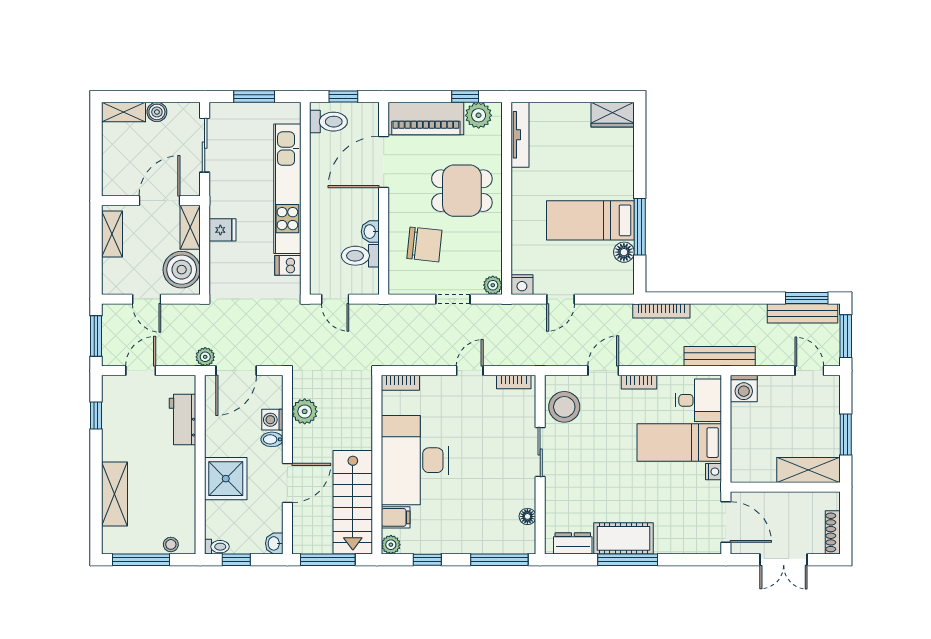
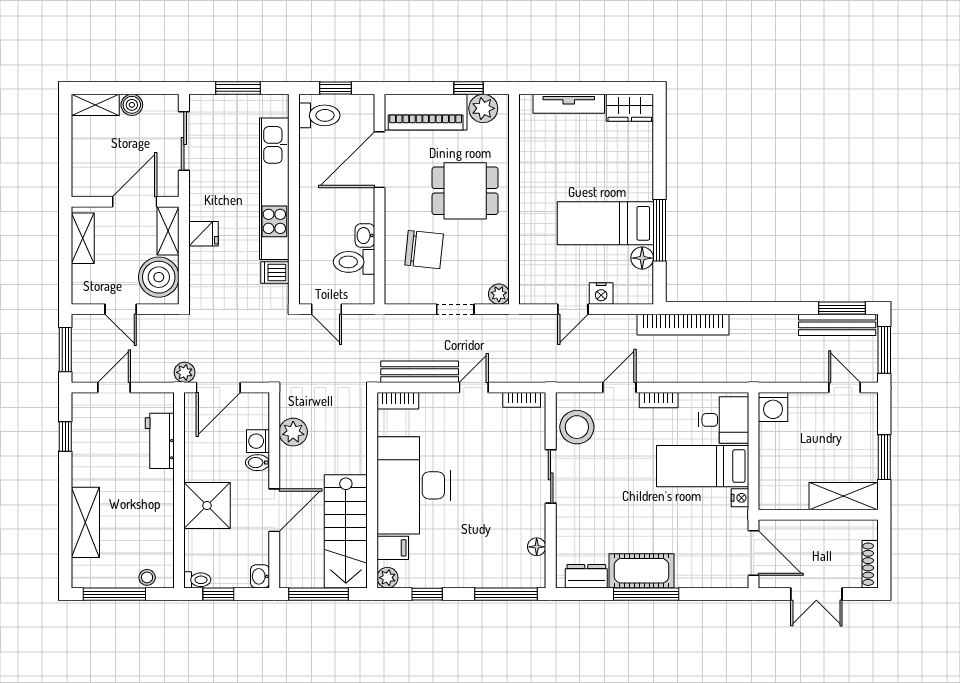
tv unit: (520, 135) -> (569, 104), moved, turned 90
nightstand: (522, 285) -> (601, 293), moved
bookcase: (661, 311) -> (683, 325), width x1.48, depth x1.31
bench: (720, 356) -> (420, 372), moved

